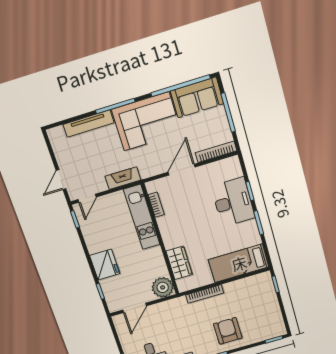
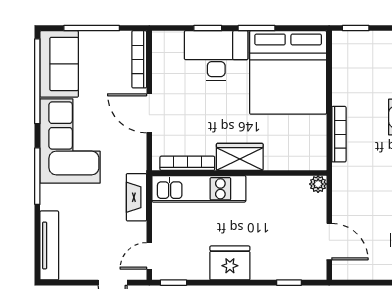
tv unit: (89, 124) -> (49, 245), moved
door: (87, 198) -> (149, 256), swing flipped
bookcase: (156, 205) -> (187, 163), width x1.56
wardrobe: (179, 263) -> (240, 157), moved
bed: (239, 263) -> (288, 72), width x2.04
fridge: (105, 265) -> (230, 263), moved
plant: (163, 287) -> (318, 184), width x0.53, depth x0.53

